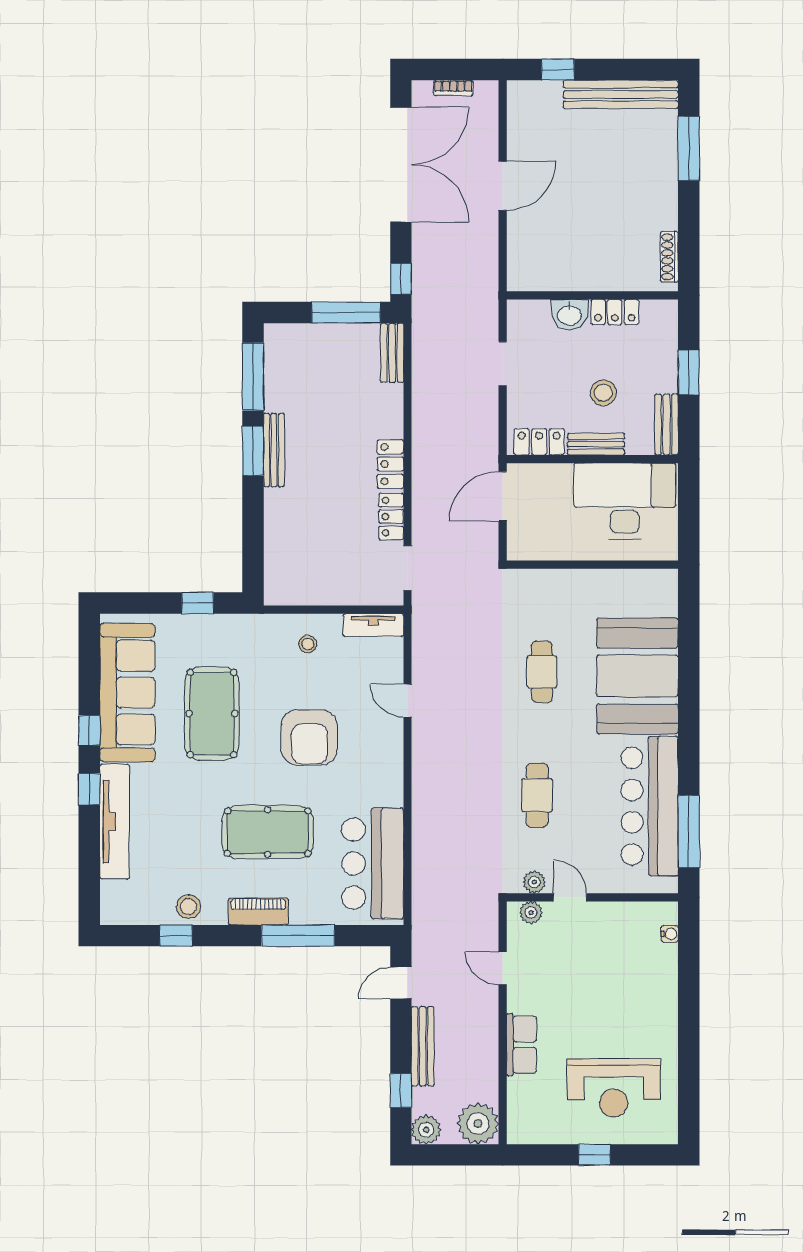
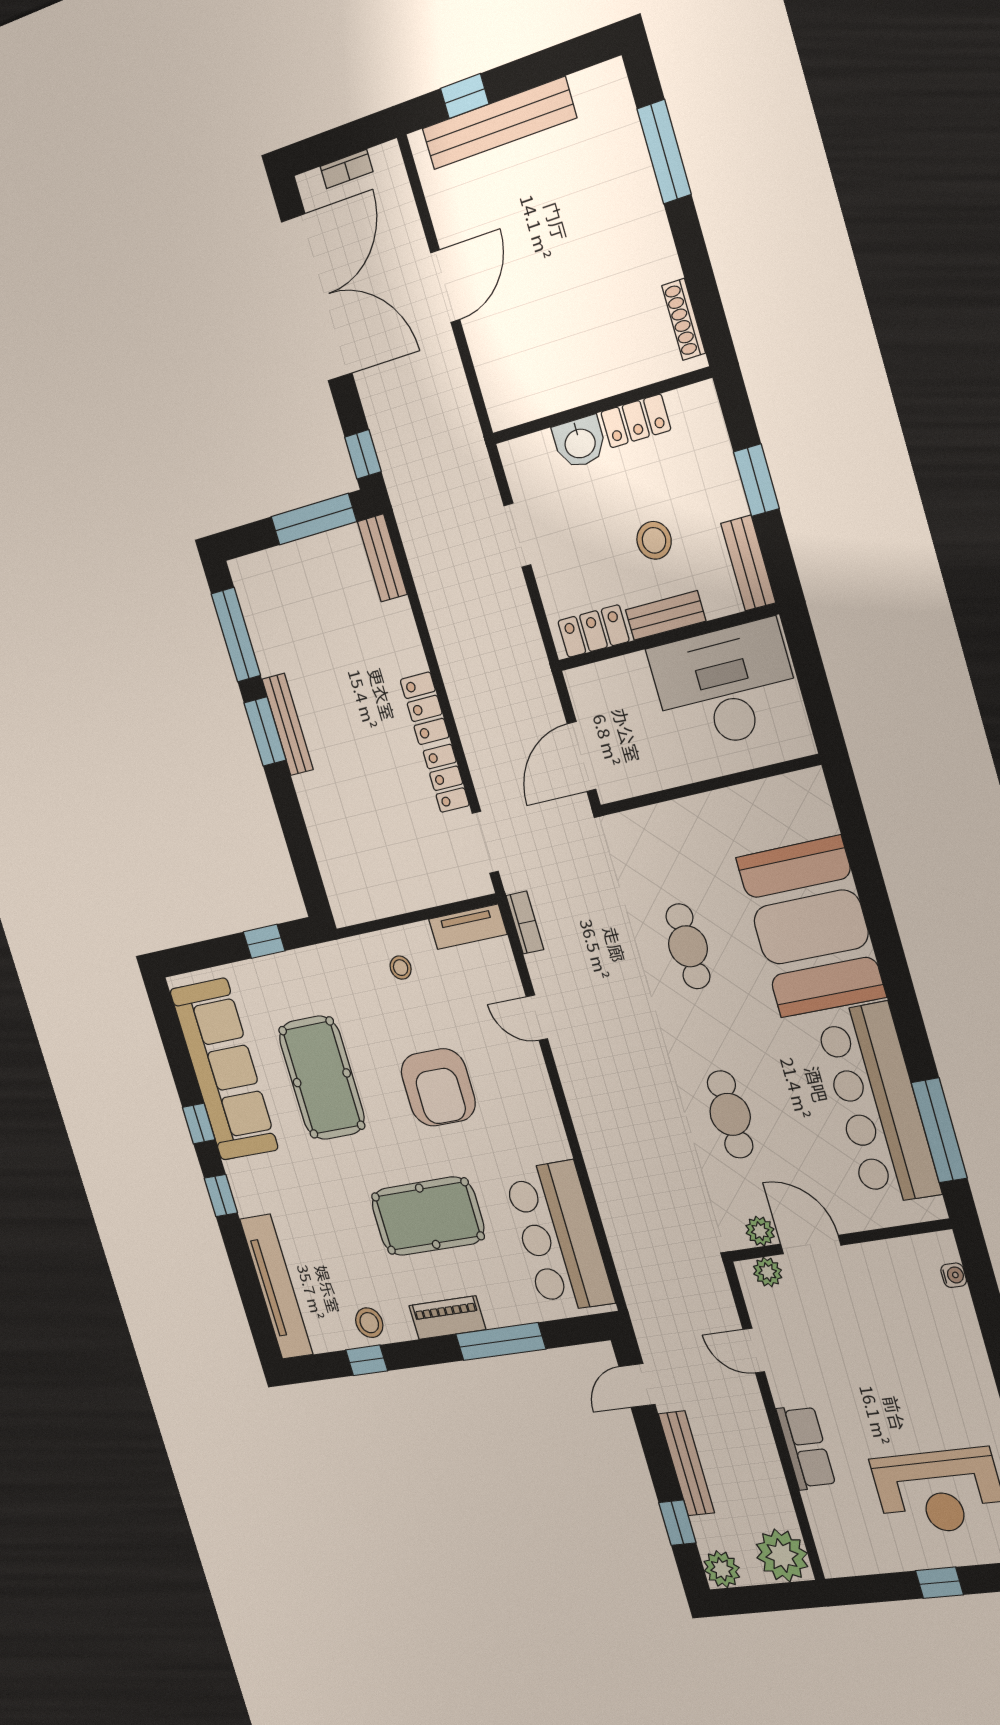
bench: (621, 94) -> (499, 123), moved
door: (503, 496) -> (582, 757), moved
bookcase: (420, 631) -> (525, 923), added
tv unit: (115, 822) -> (276, 1287), moved
door: (570, 897) -> (811, 1245), width x1.38

